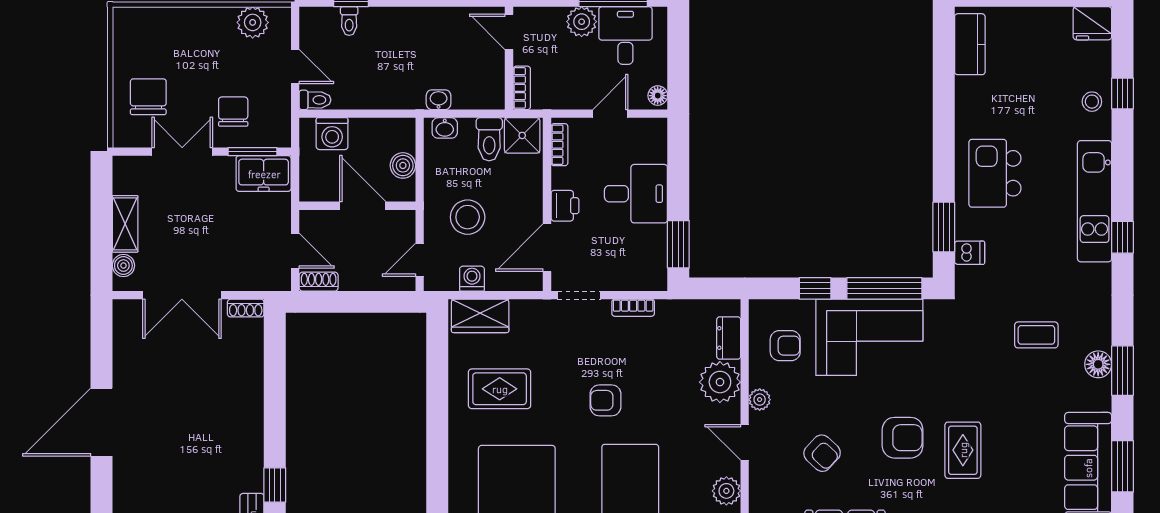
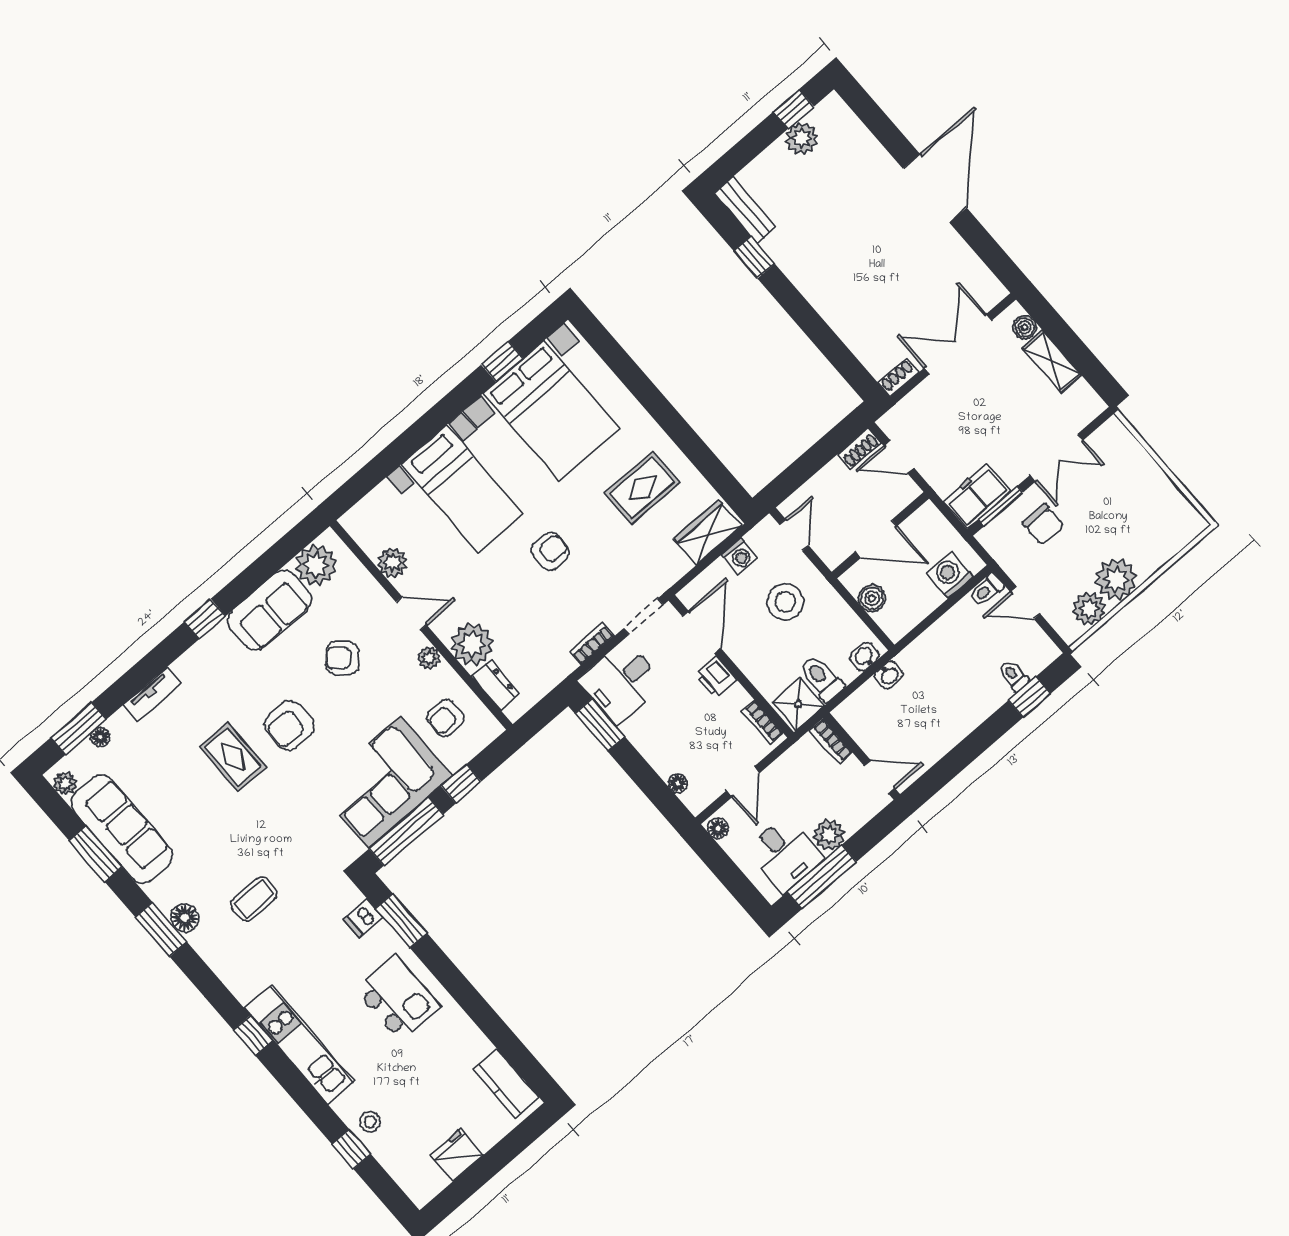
fridge: (1092, 23) -> (457, 1155), moved
plant: (215, 27) -> (1116, 579), added
chair: (148, 97) -> (1121, 478), removed
floor lamp: (659, 153) -> (678, 783), added
desk: (636, 194) -> (621, 682), moved

